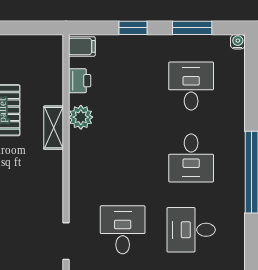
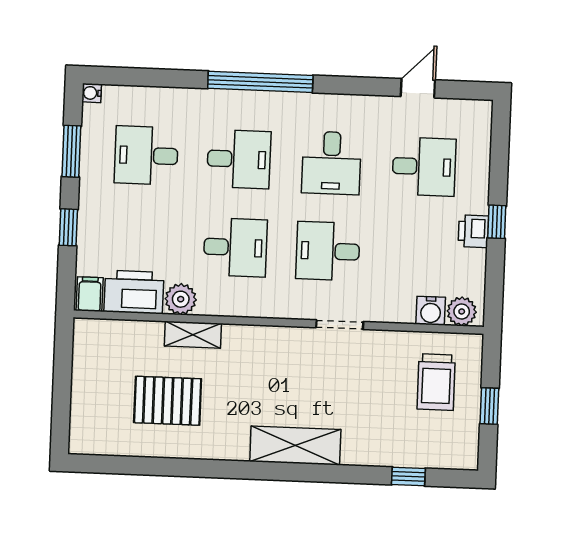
printer: (80, 81) -> (134, 292), width x1.87, depth x1.48
desk: (123, 158) -> (235, 247), added

